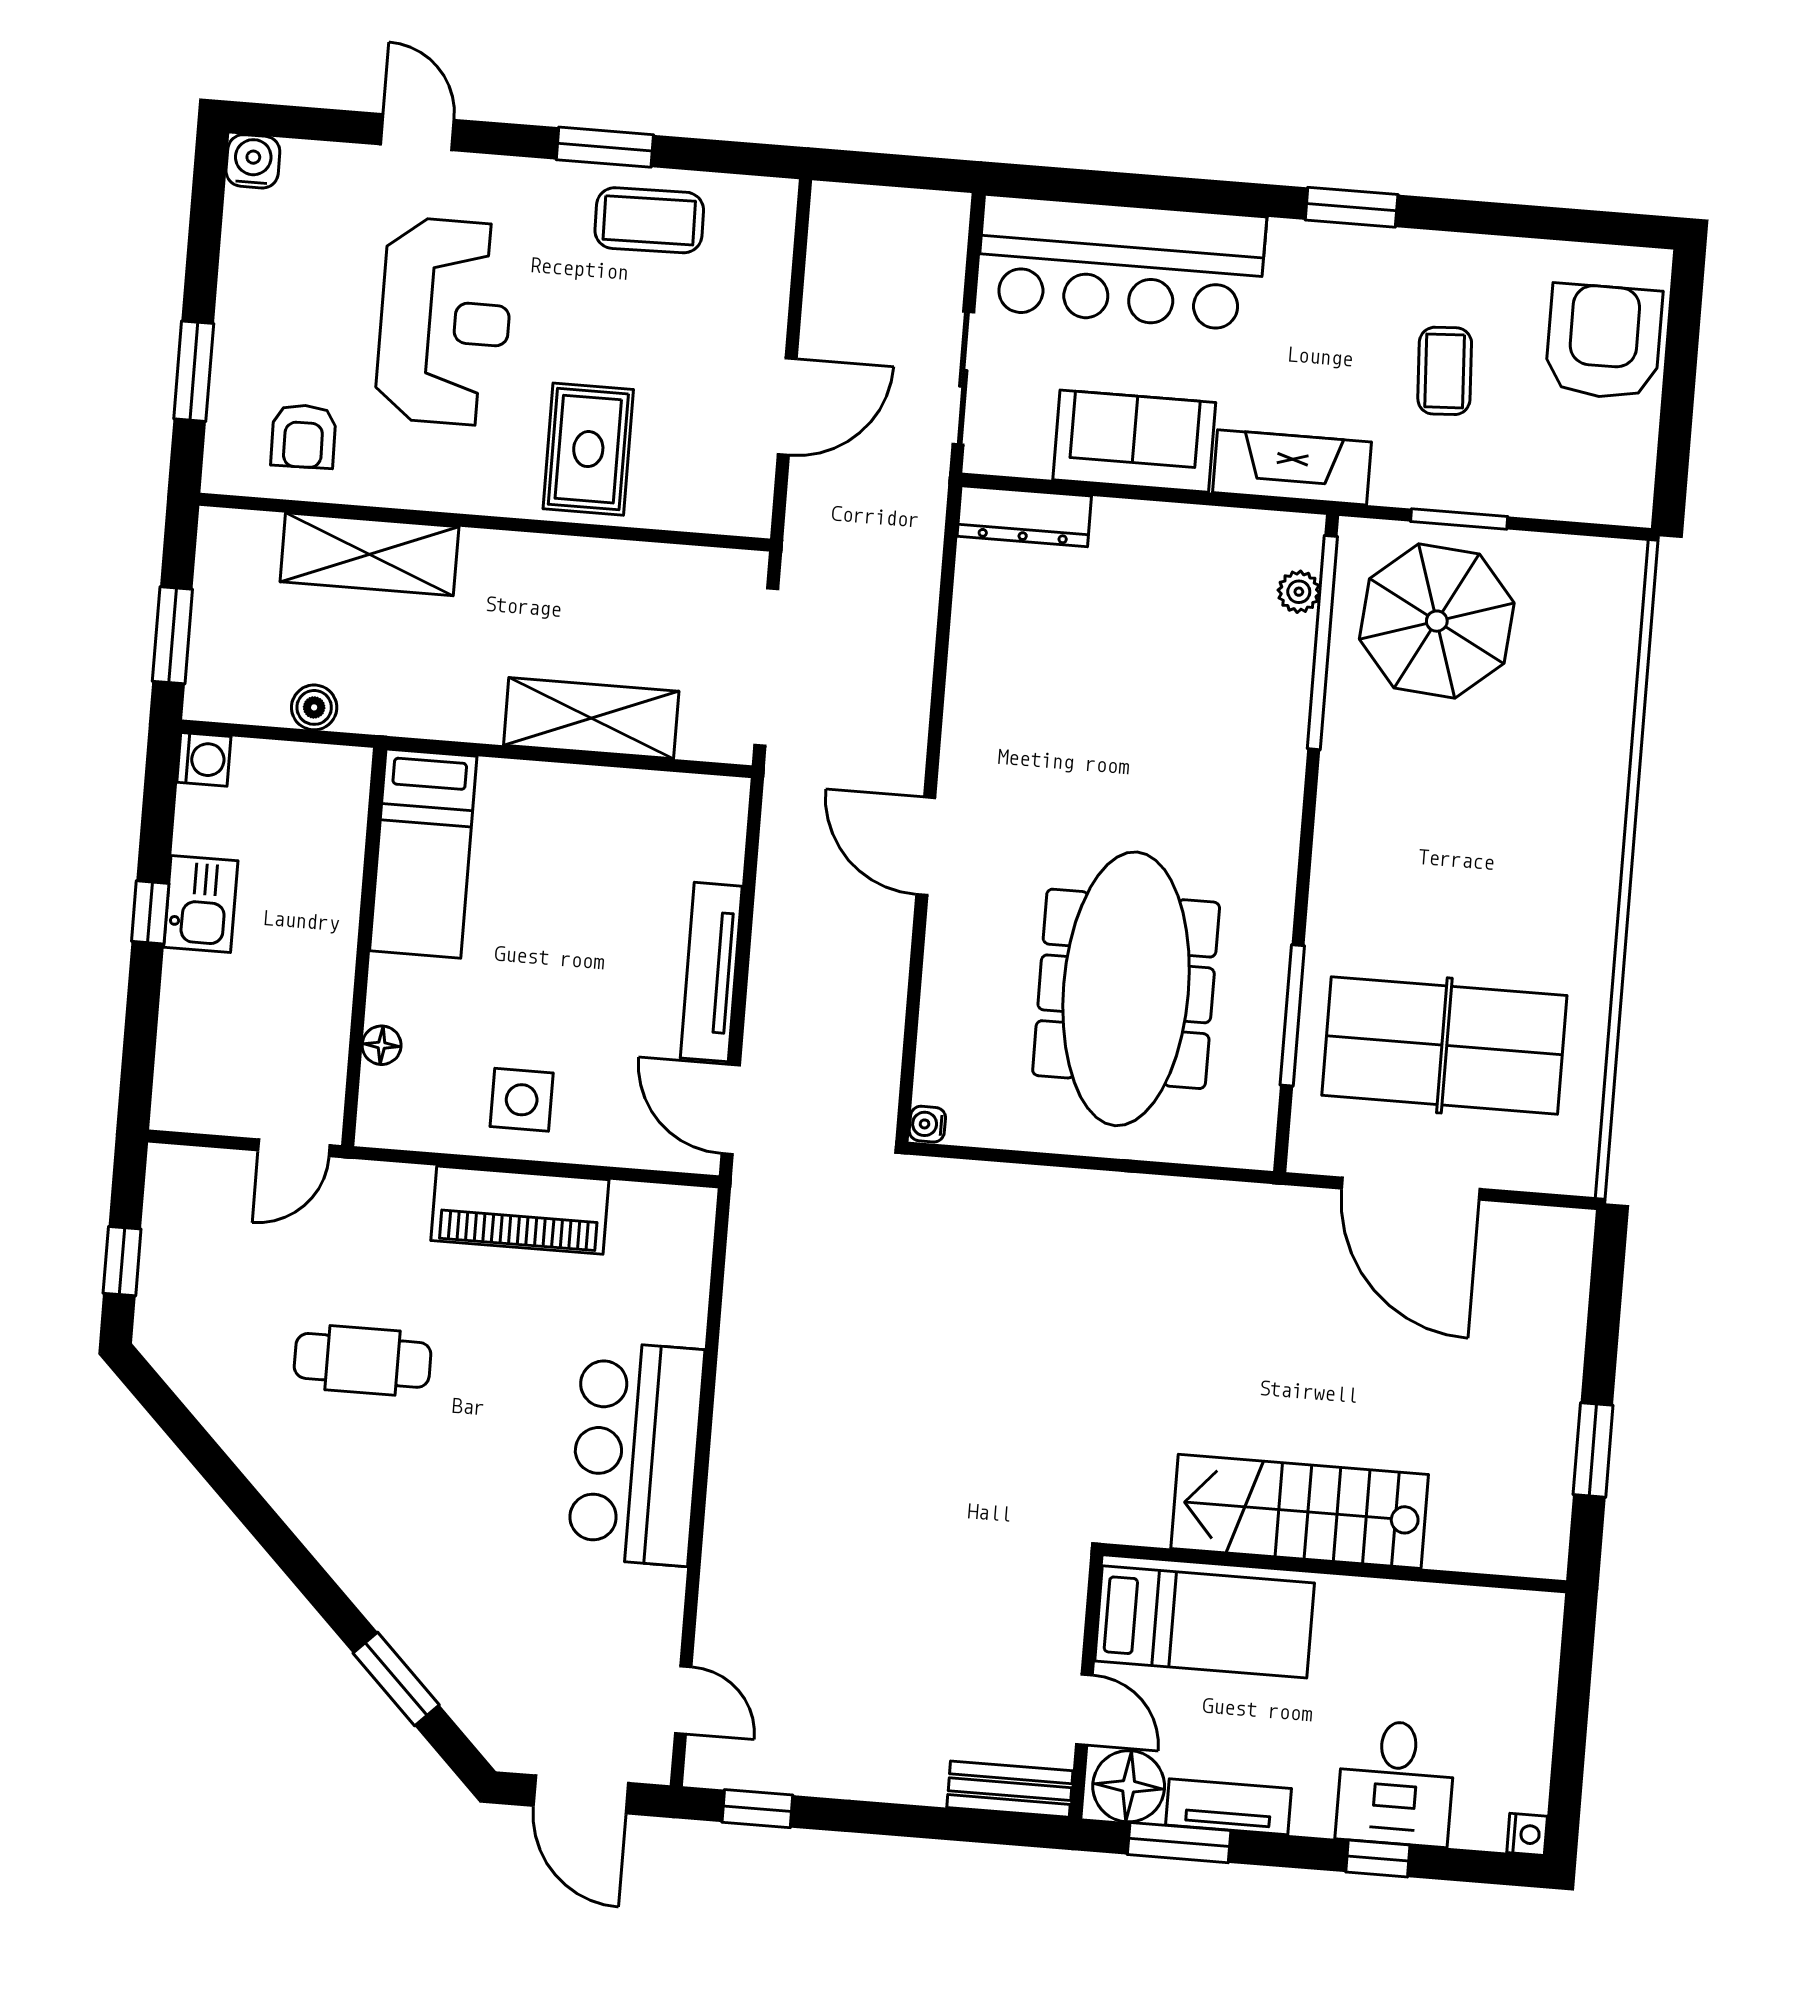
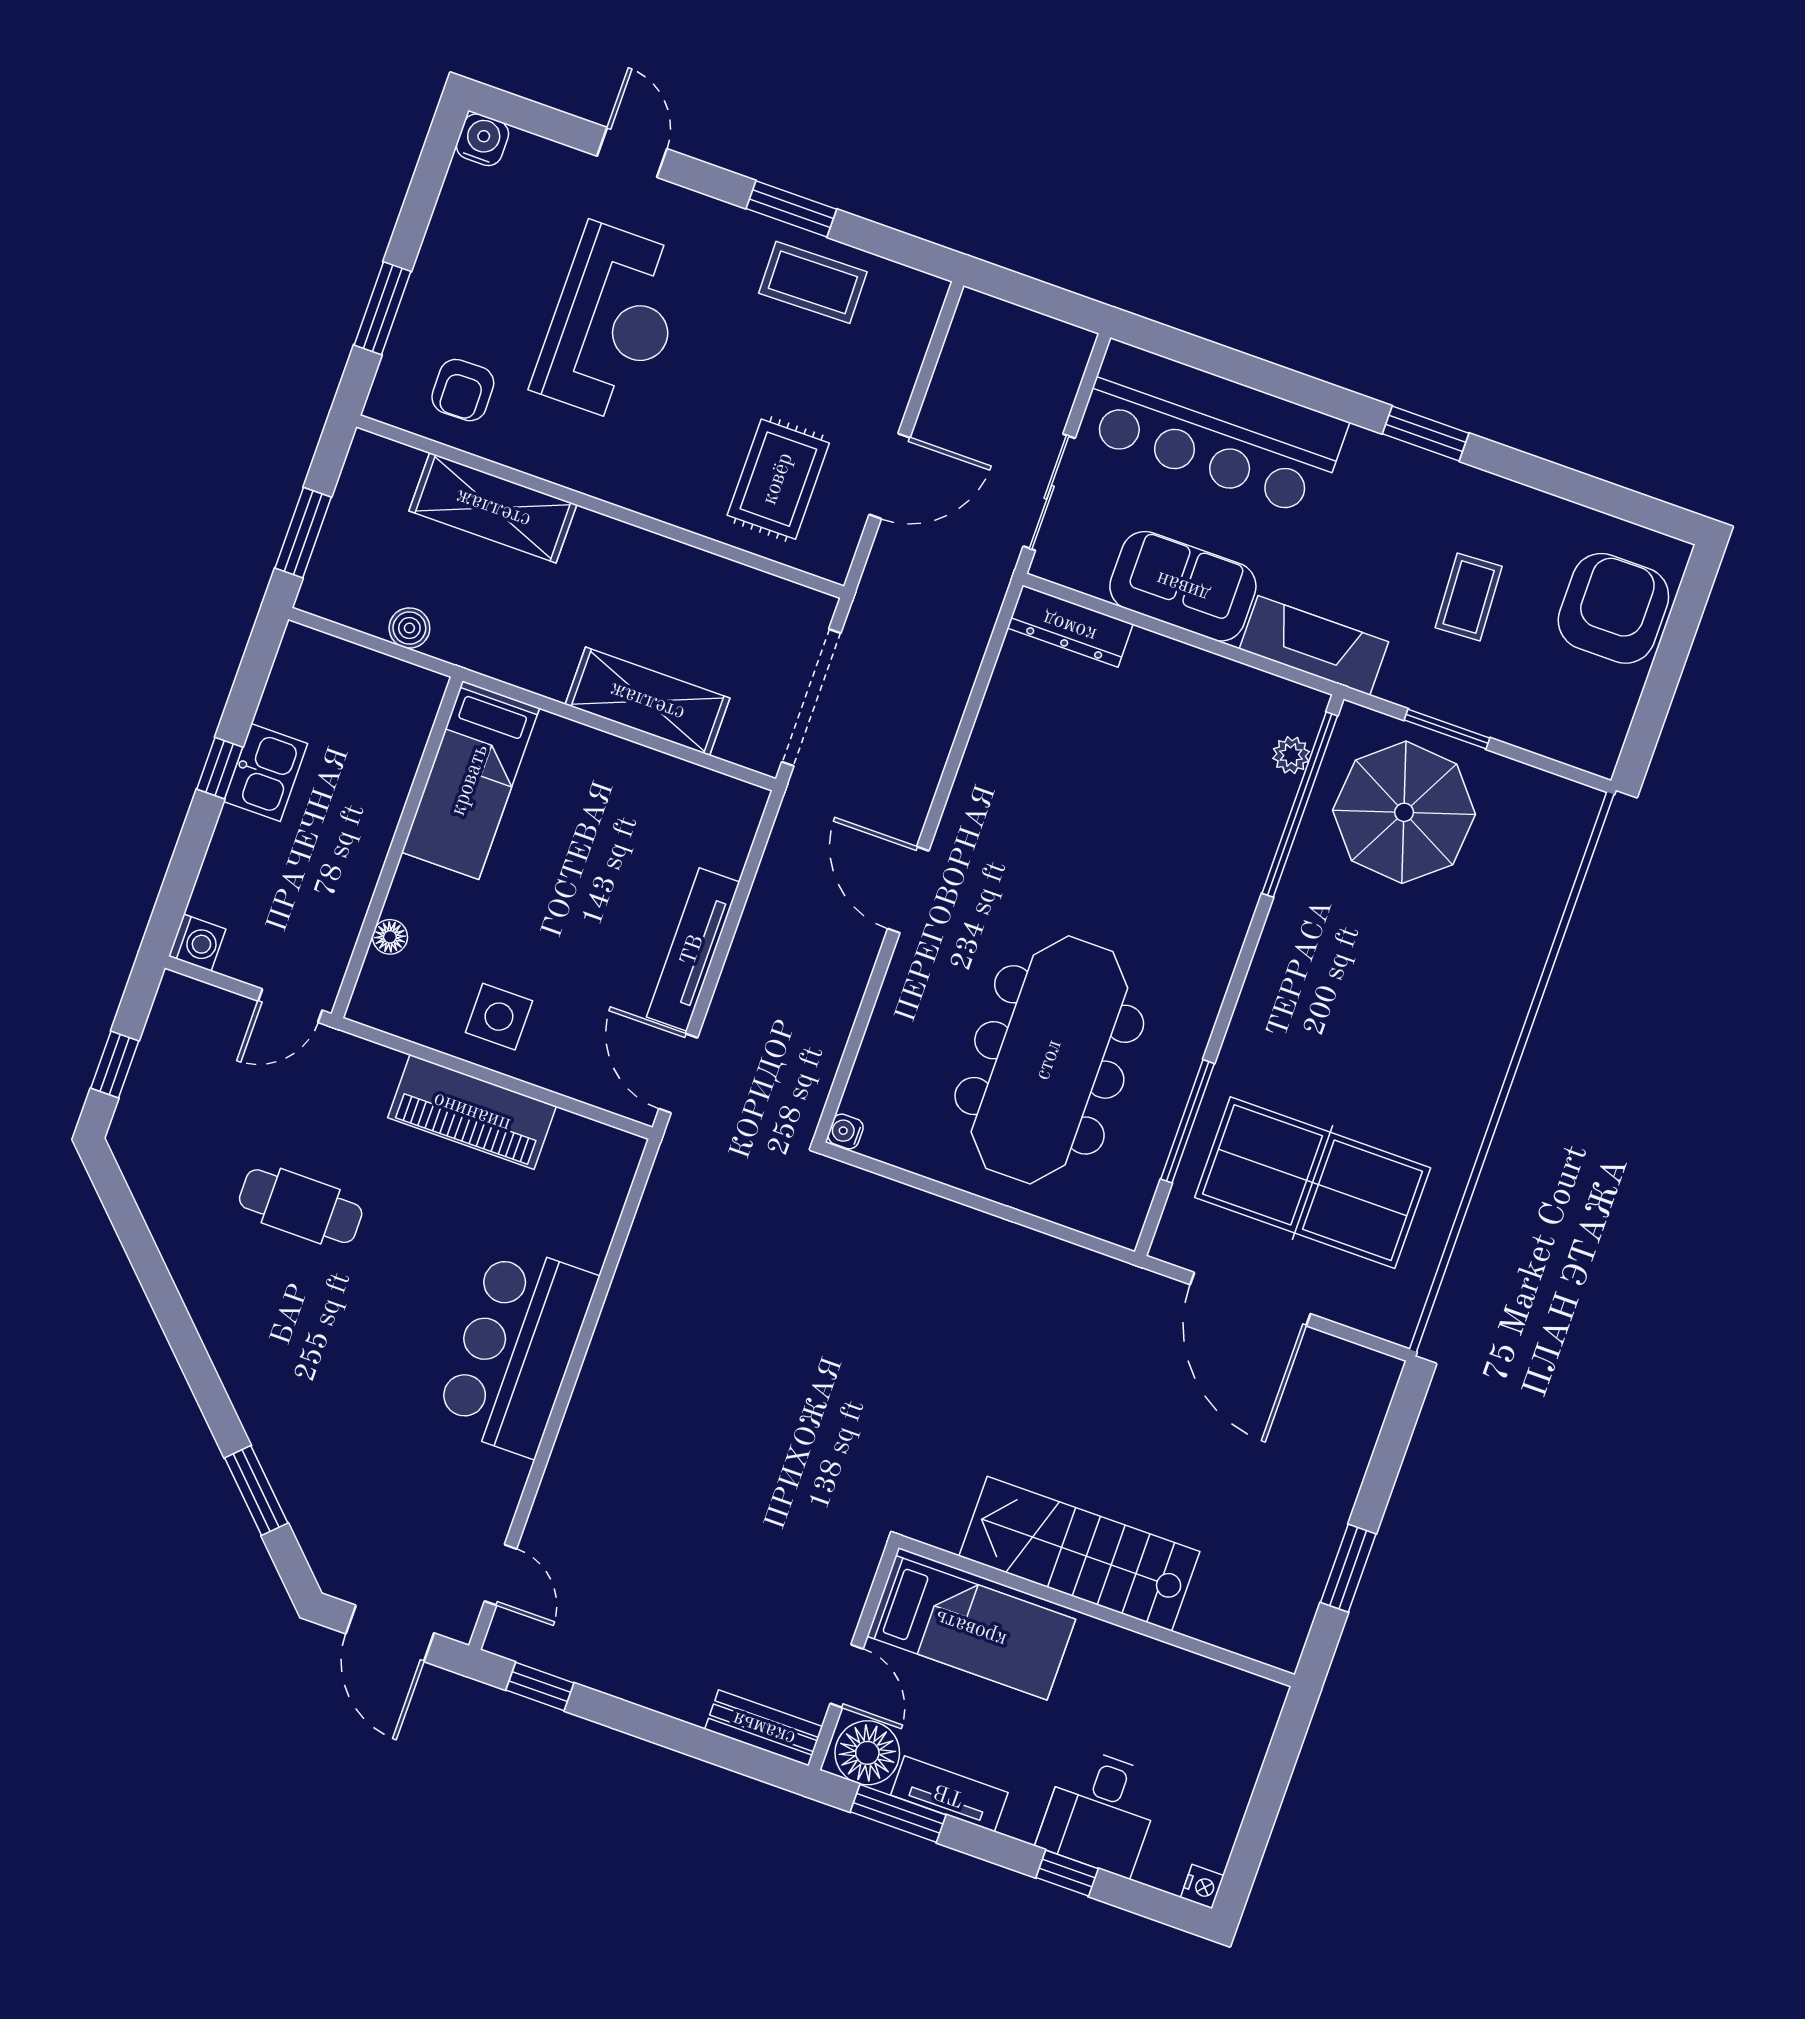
rug: (588, 449) -> (778, 479), moved
washing machine: (204, 759) -> (197, 943), moved

